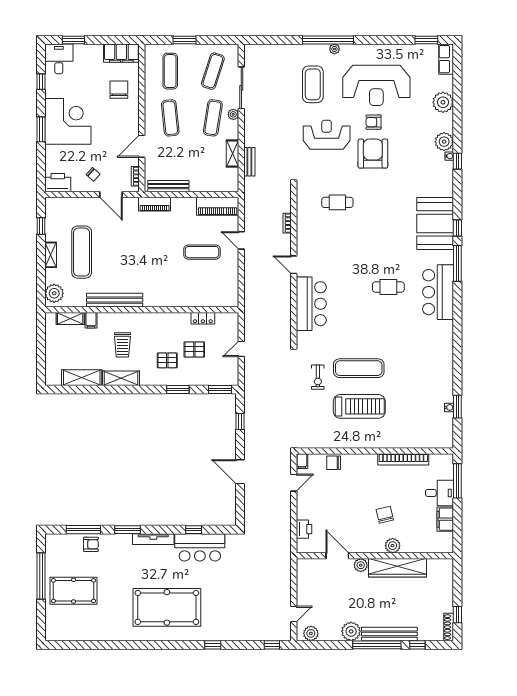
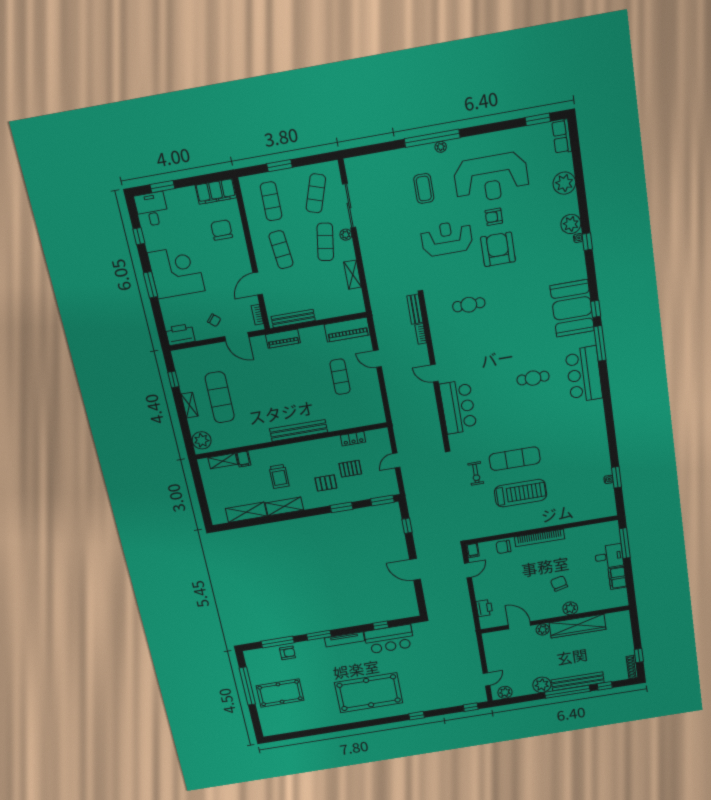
coffee table: (313, 84) -> (424, 189), width x0.73, depth x0.76
bench: (249, 162) -> (415, 309), moved
exercise mat: (202, 252) -> (340, 377), turned 90
bench: (115, 300) -> (299, 431), moved
bookcase: (403, 459) -> (539, 538), moved

